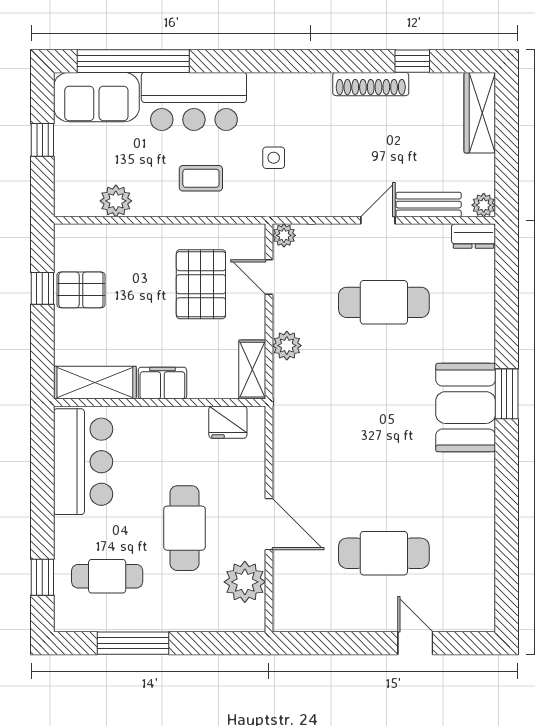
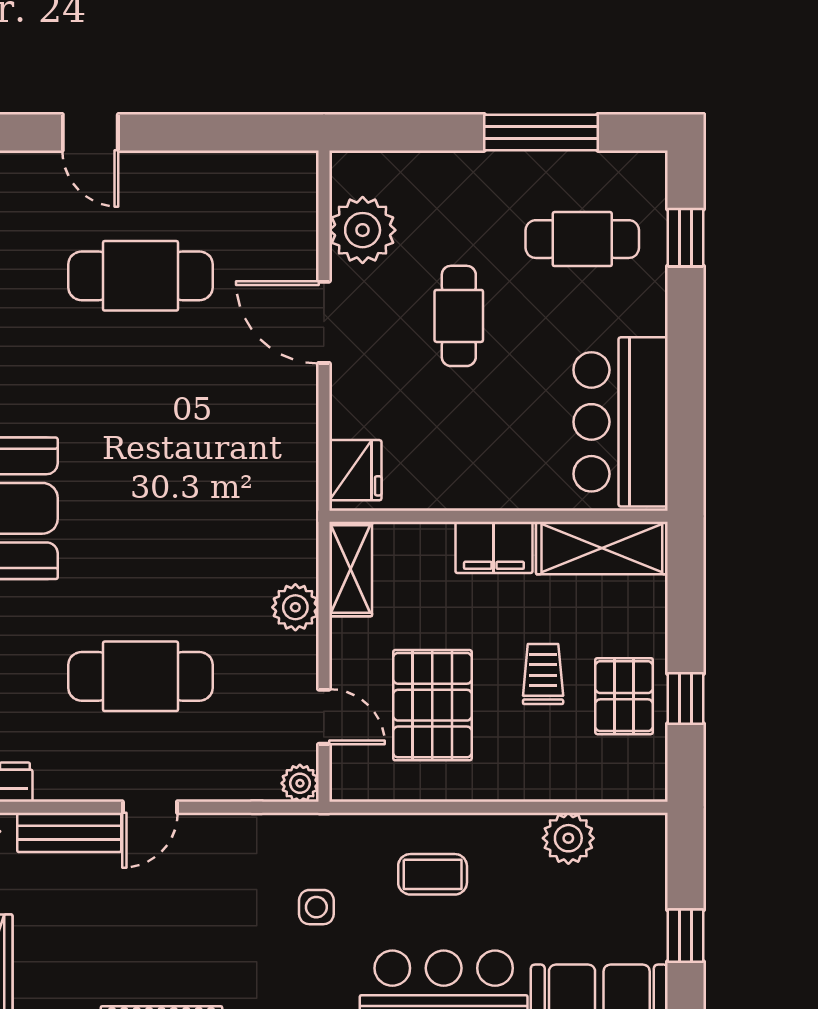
pallet: (81, 290) -> (624, 696), turned 90
trolley: (132, 304) -> (543, 674), added
fridge: (228, 422) -> (355, 470), moved, turned 90
cafe table: (184, 528) -> (459, 316), width x0.73, depth x0.74

